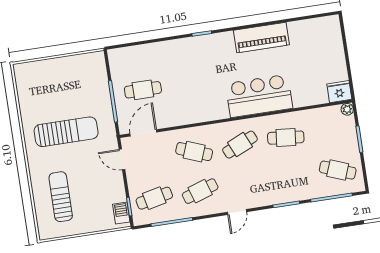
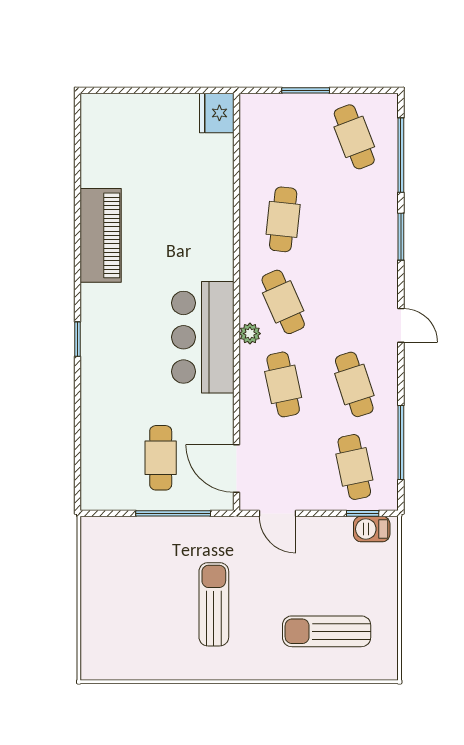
bar counter: (259, 96) -> (203, 337), moved
plant: (347, 109) -> (250, 334), moved
sun lounger: (66, 132) -> (214, 604), width x0.73, depth x0.75
cafe table: (194, 152) -> (283, 384), turned -33
door: (122, 159) -> (277, 513), hinge flipped
cafe table: (338, 170) -> (354, 137), turned -42

